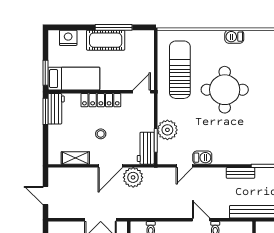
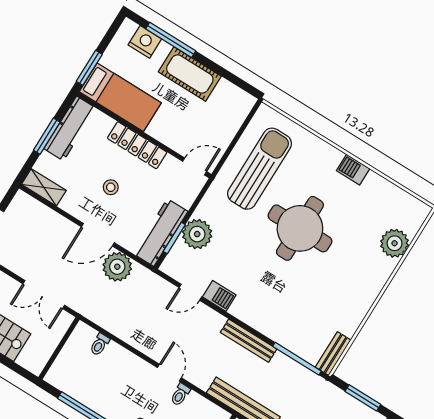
window: (114, 27) -> (171, 40), moved
workbench: (56, 109) -> (70, 128), width x1.38
window: (45, 111) -> (47, 136), moved
workbench: (146, 148) -> (161, 233), width x1.38
shelving: (75, 158) -> (44, 187), moved
bench: (240, 173) -> (249, 341), width x1.36

